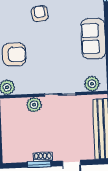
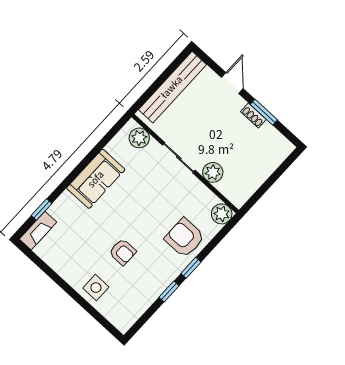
armchair: (40, 14) -> (123, 252), turned -83

